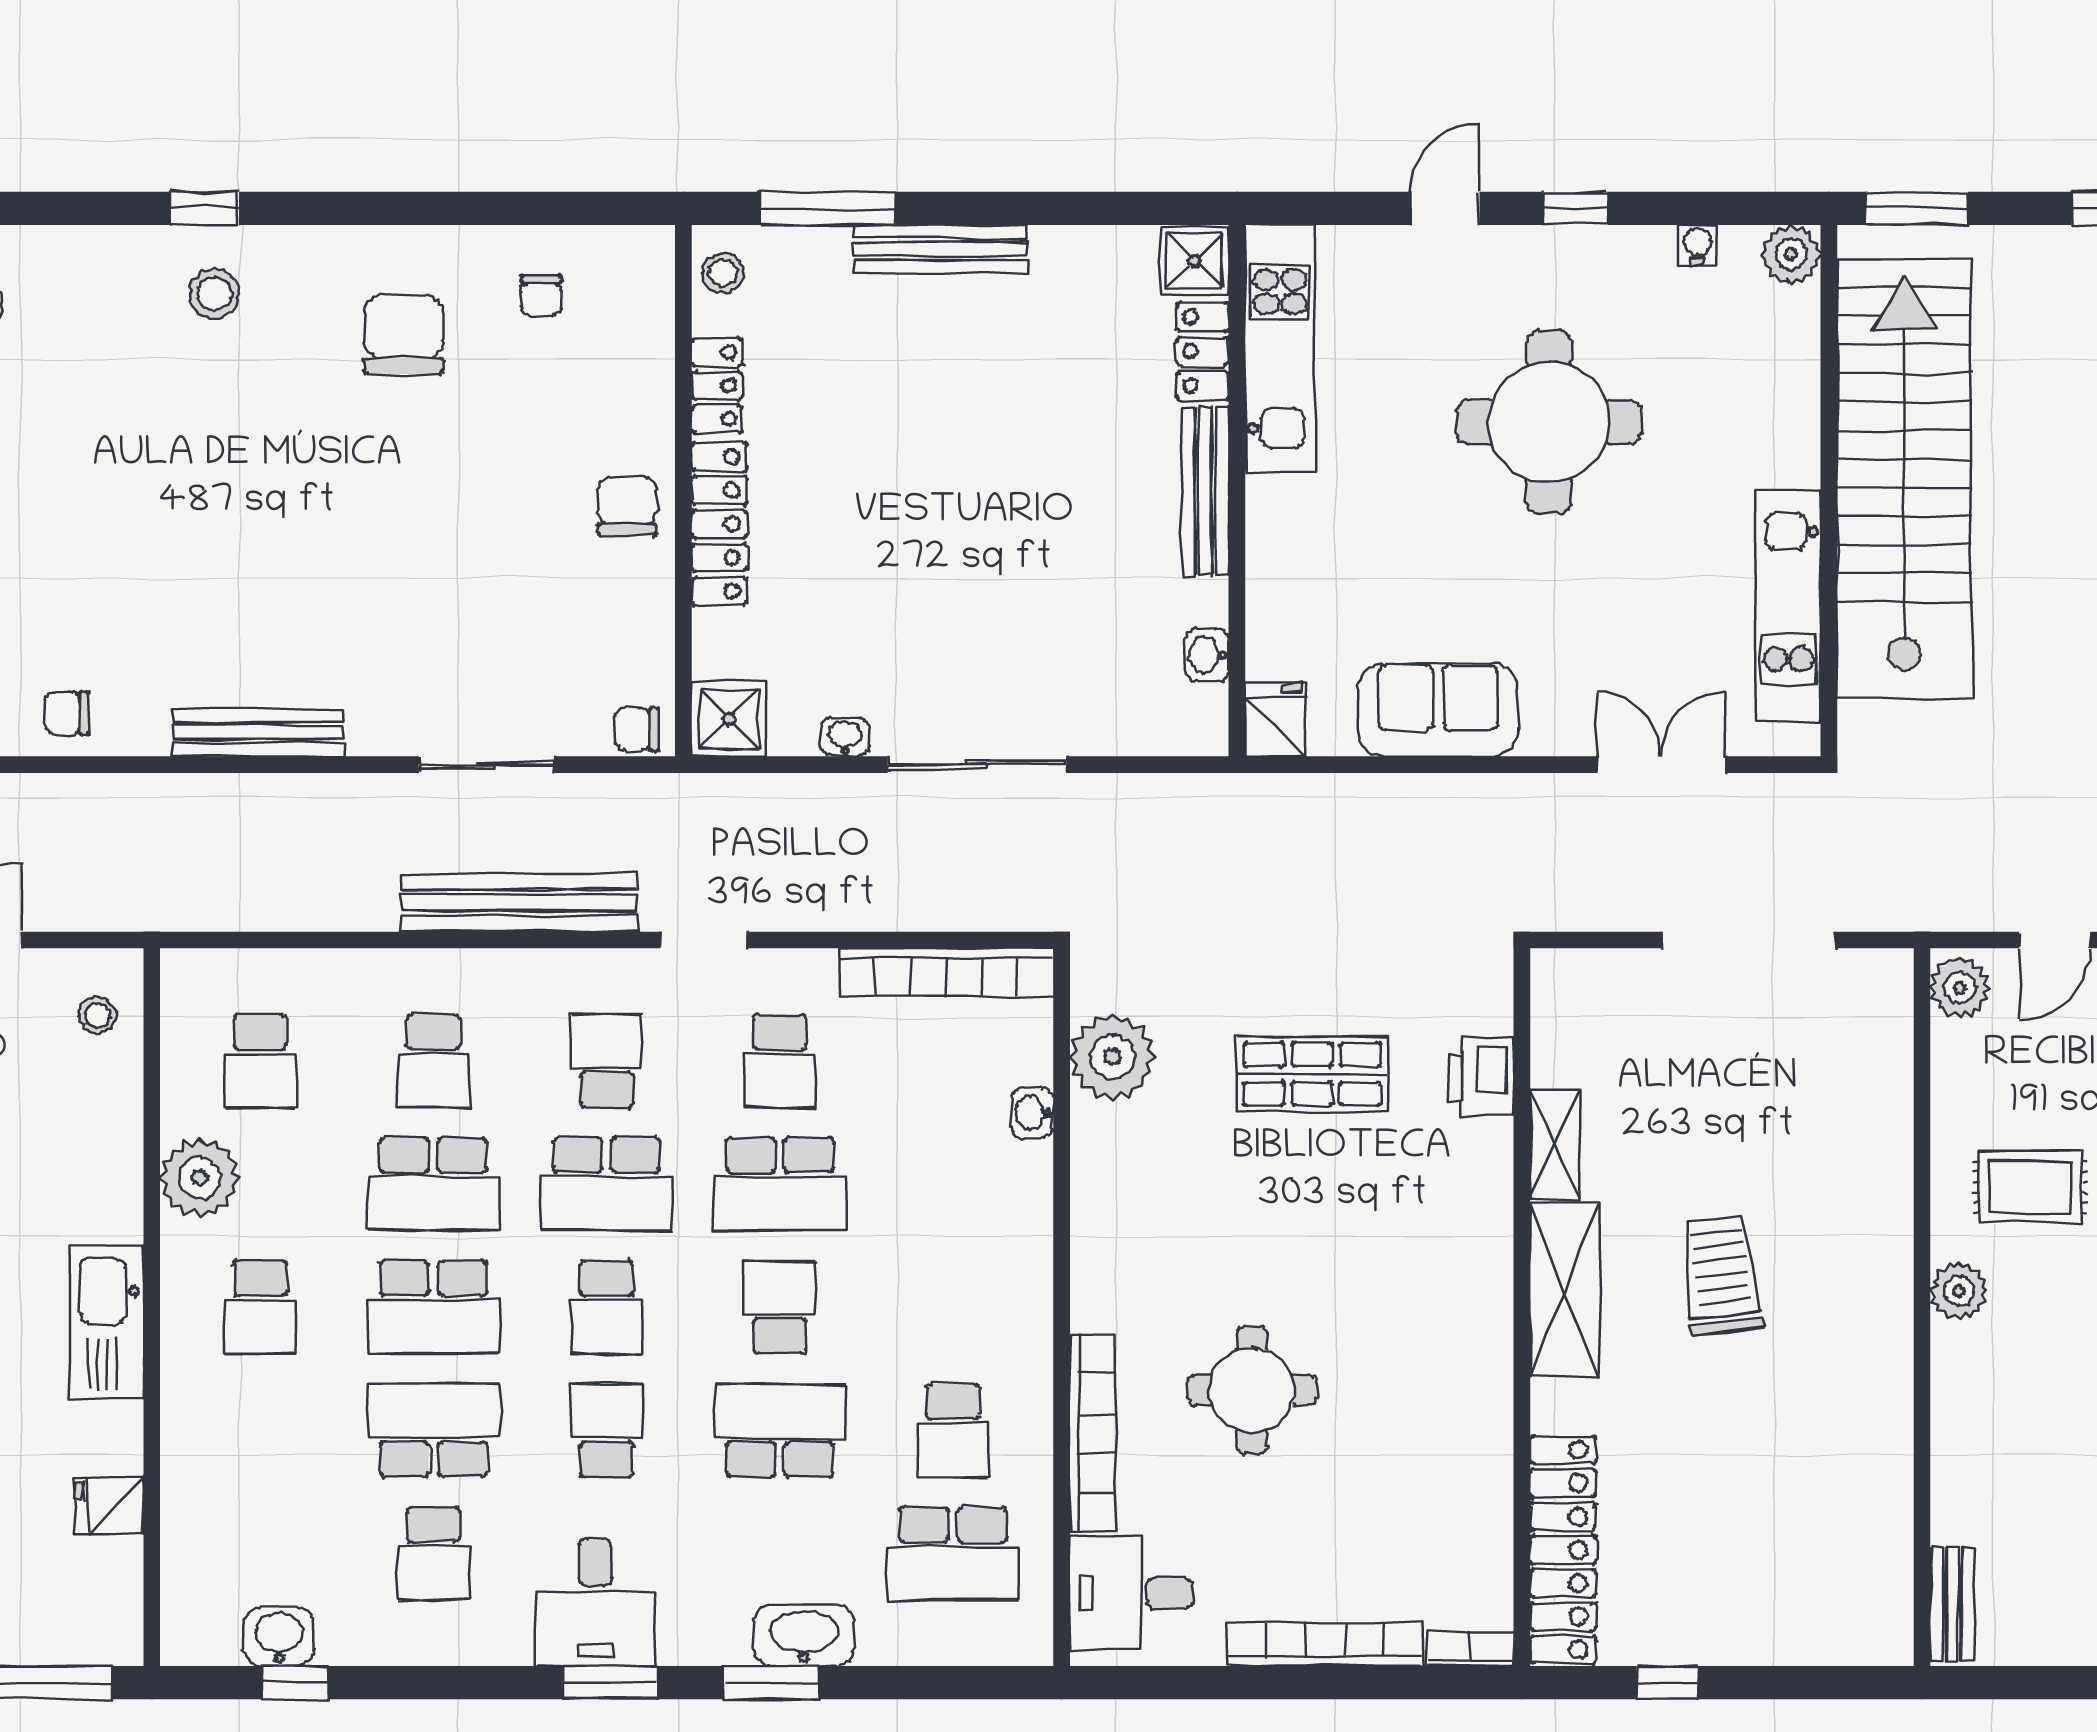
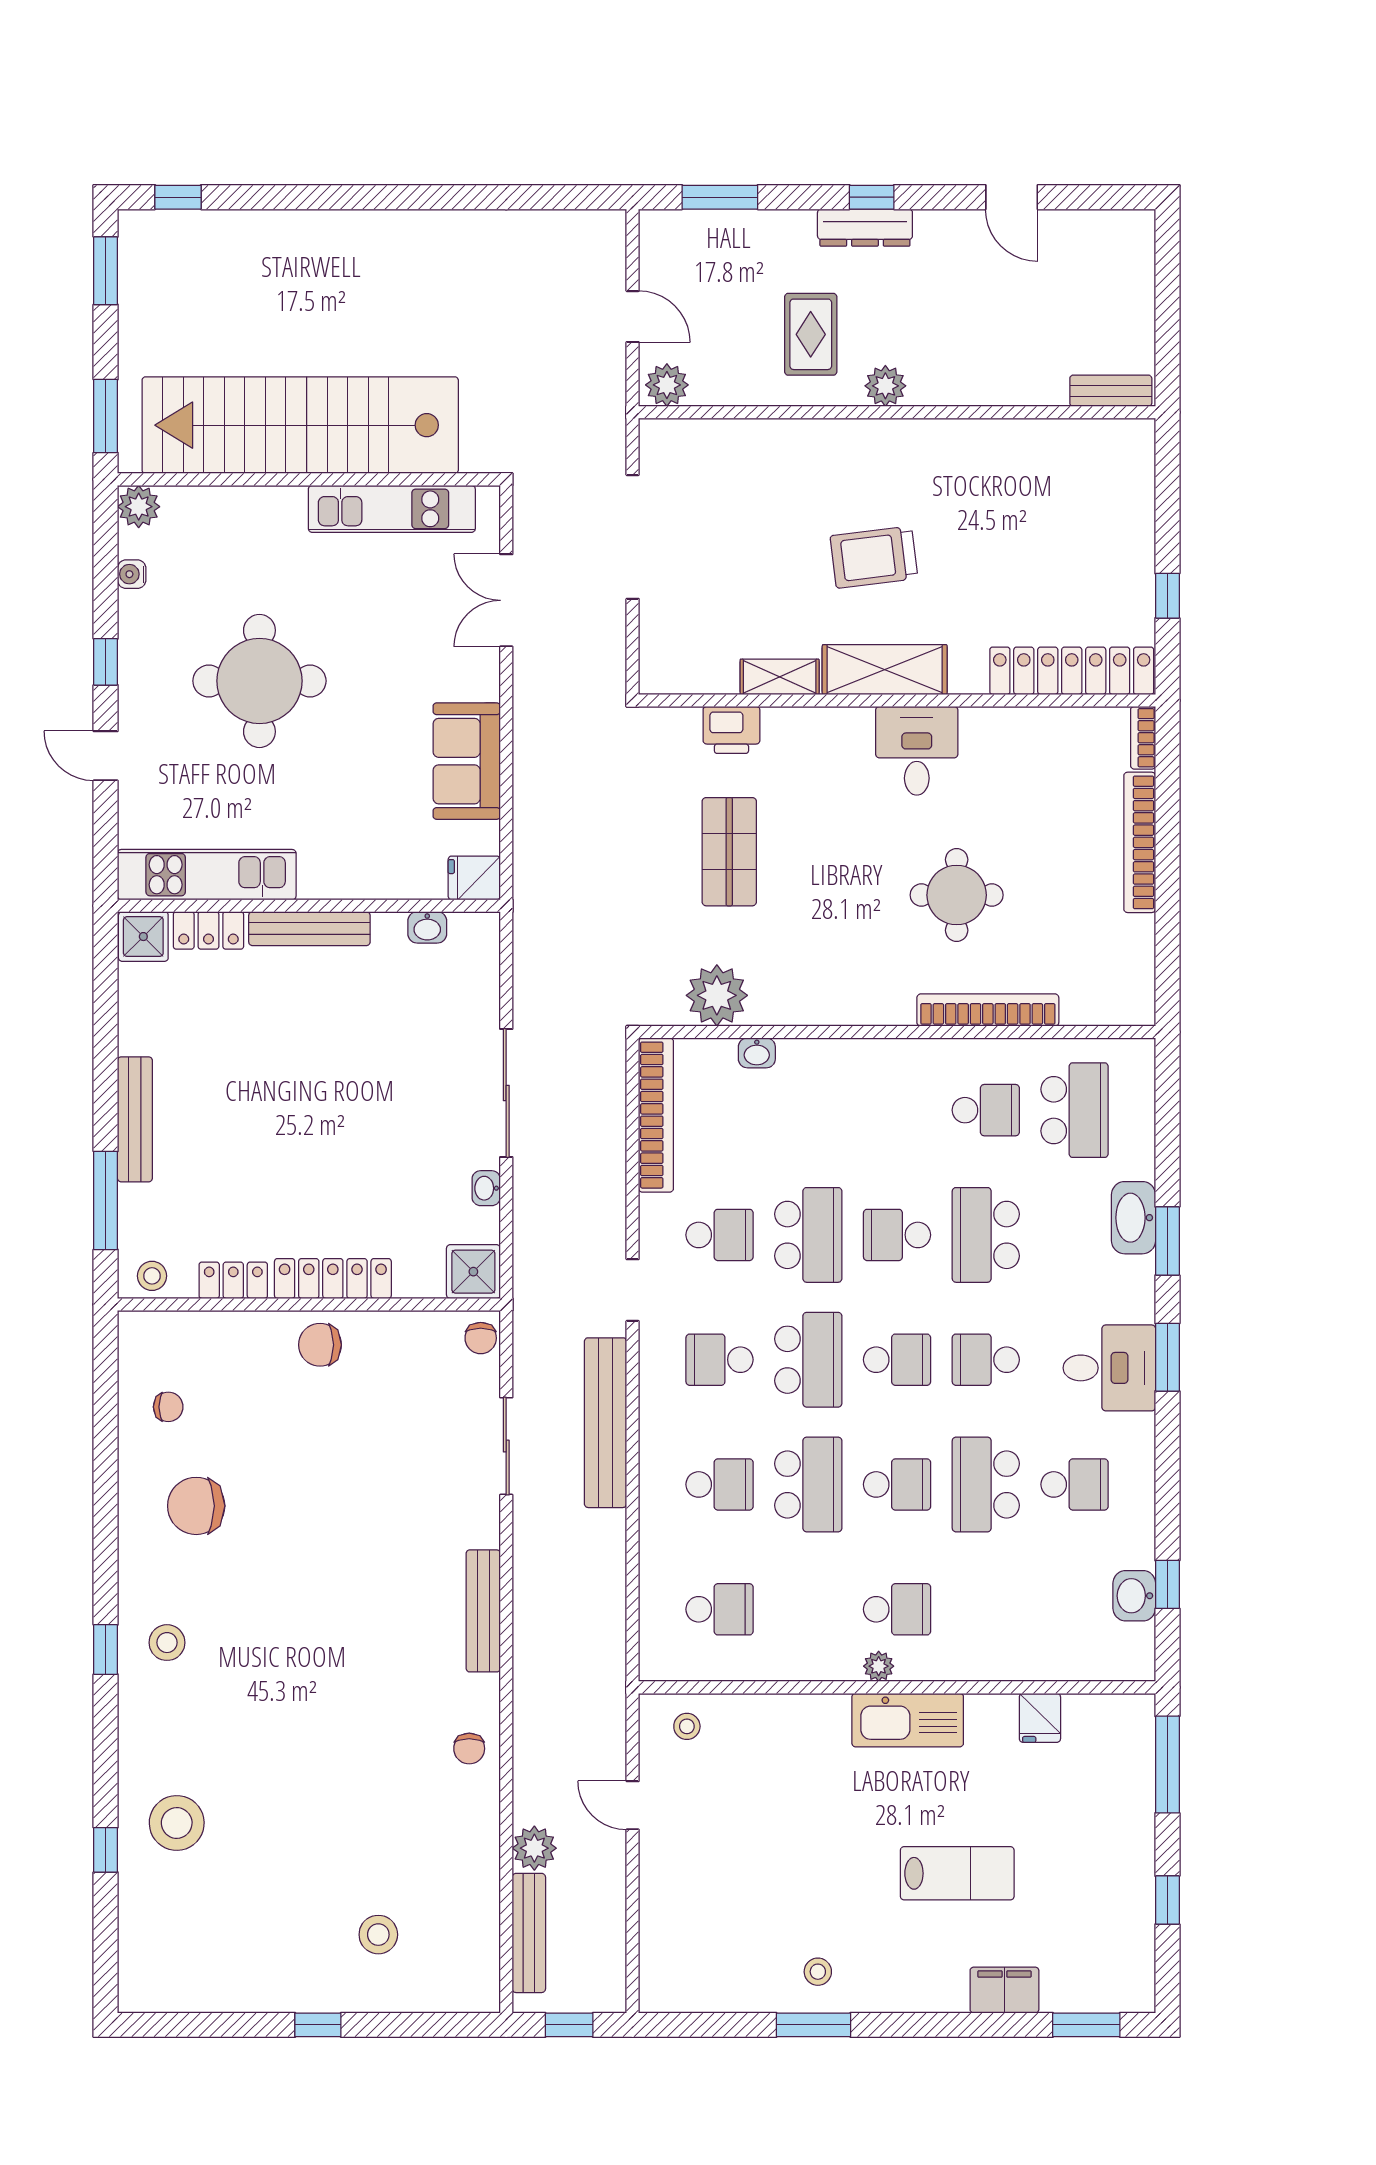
plant: (200, 1178) -> (879, 1666), moved, width x0.53, depth x0.53
school desk: (433, 1307) -> (897, 1484), width x0.54
desk: (1131, 1593) -> (917, 751), moved, turned 180

